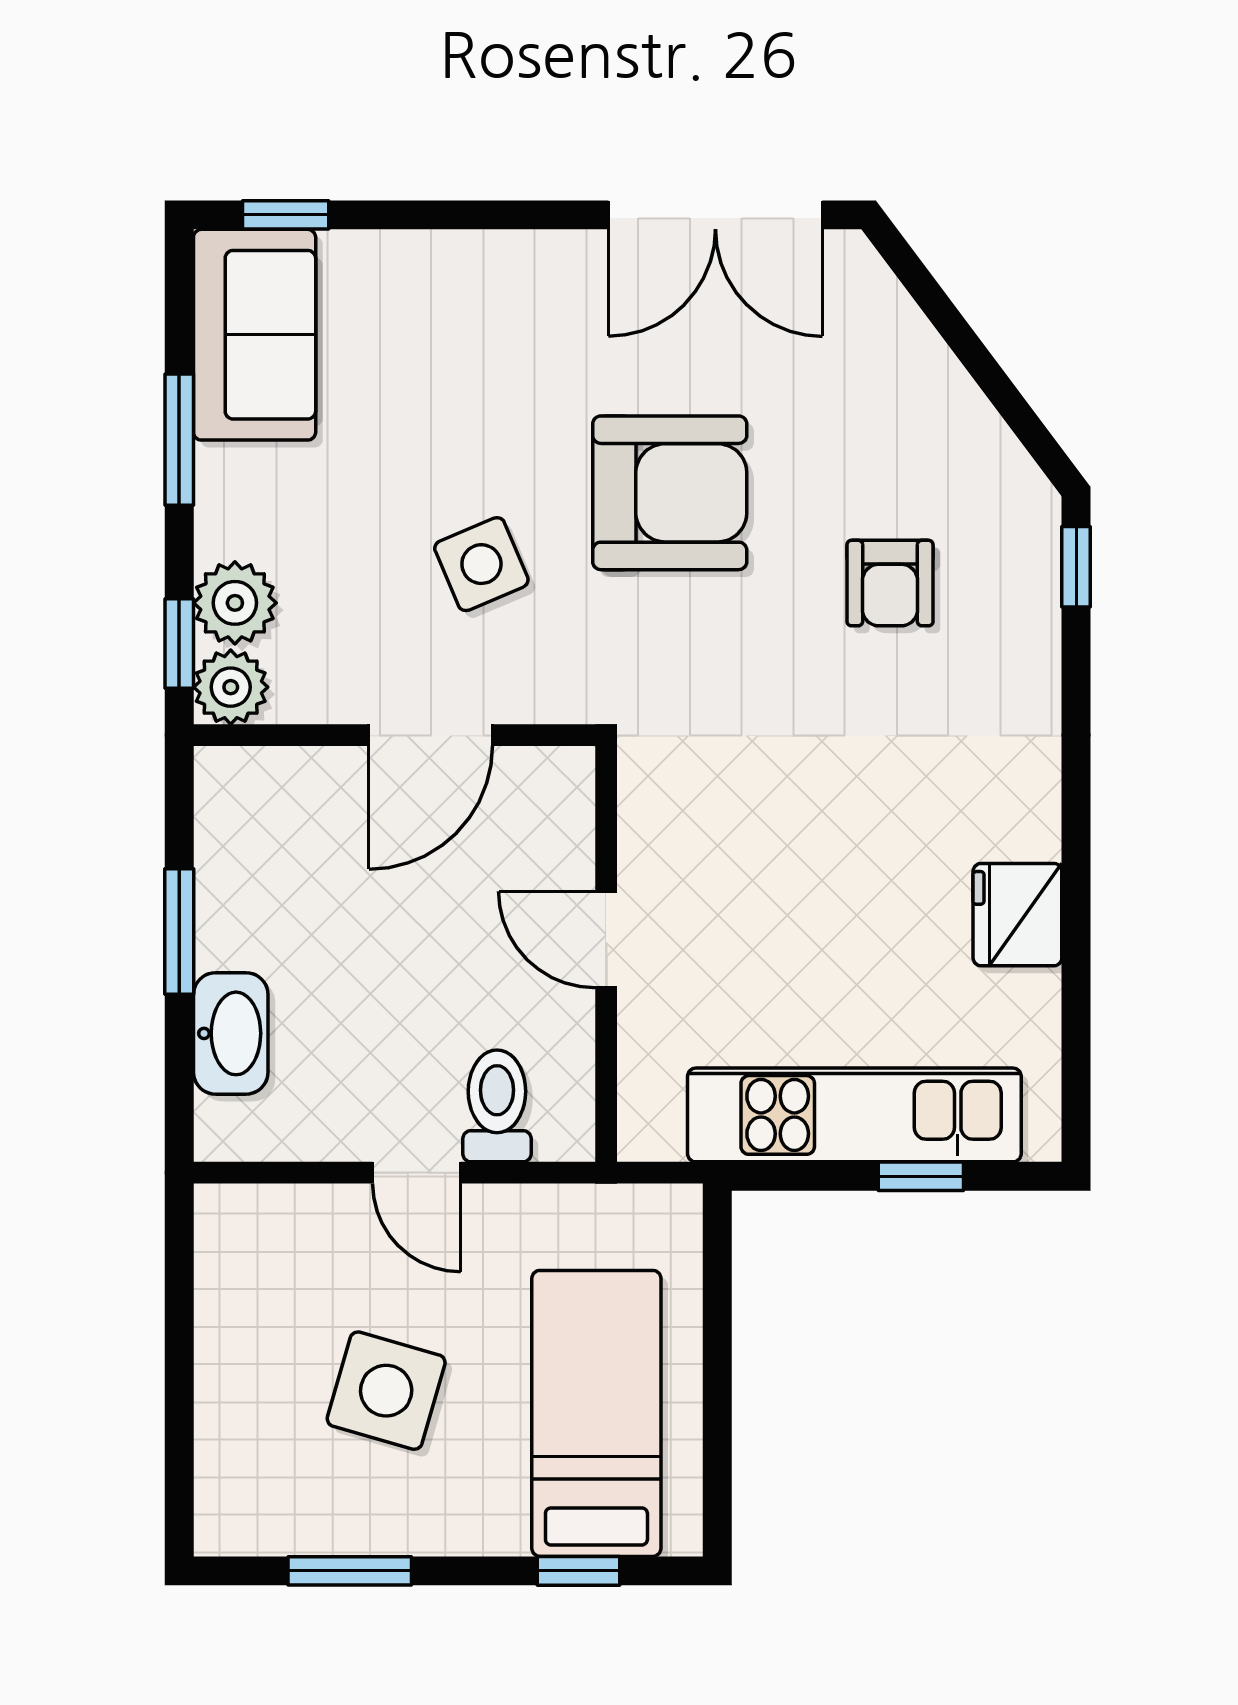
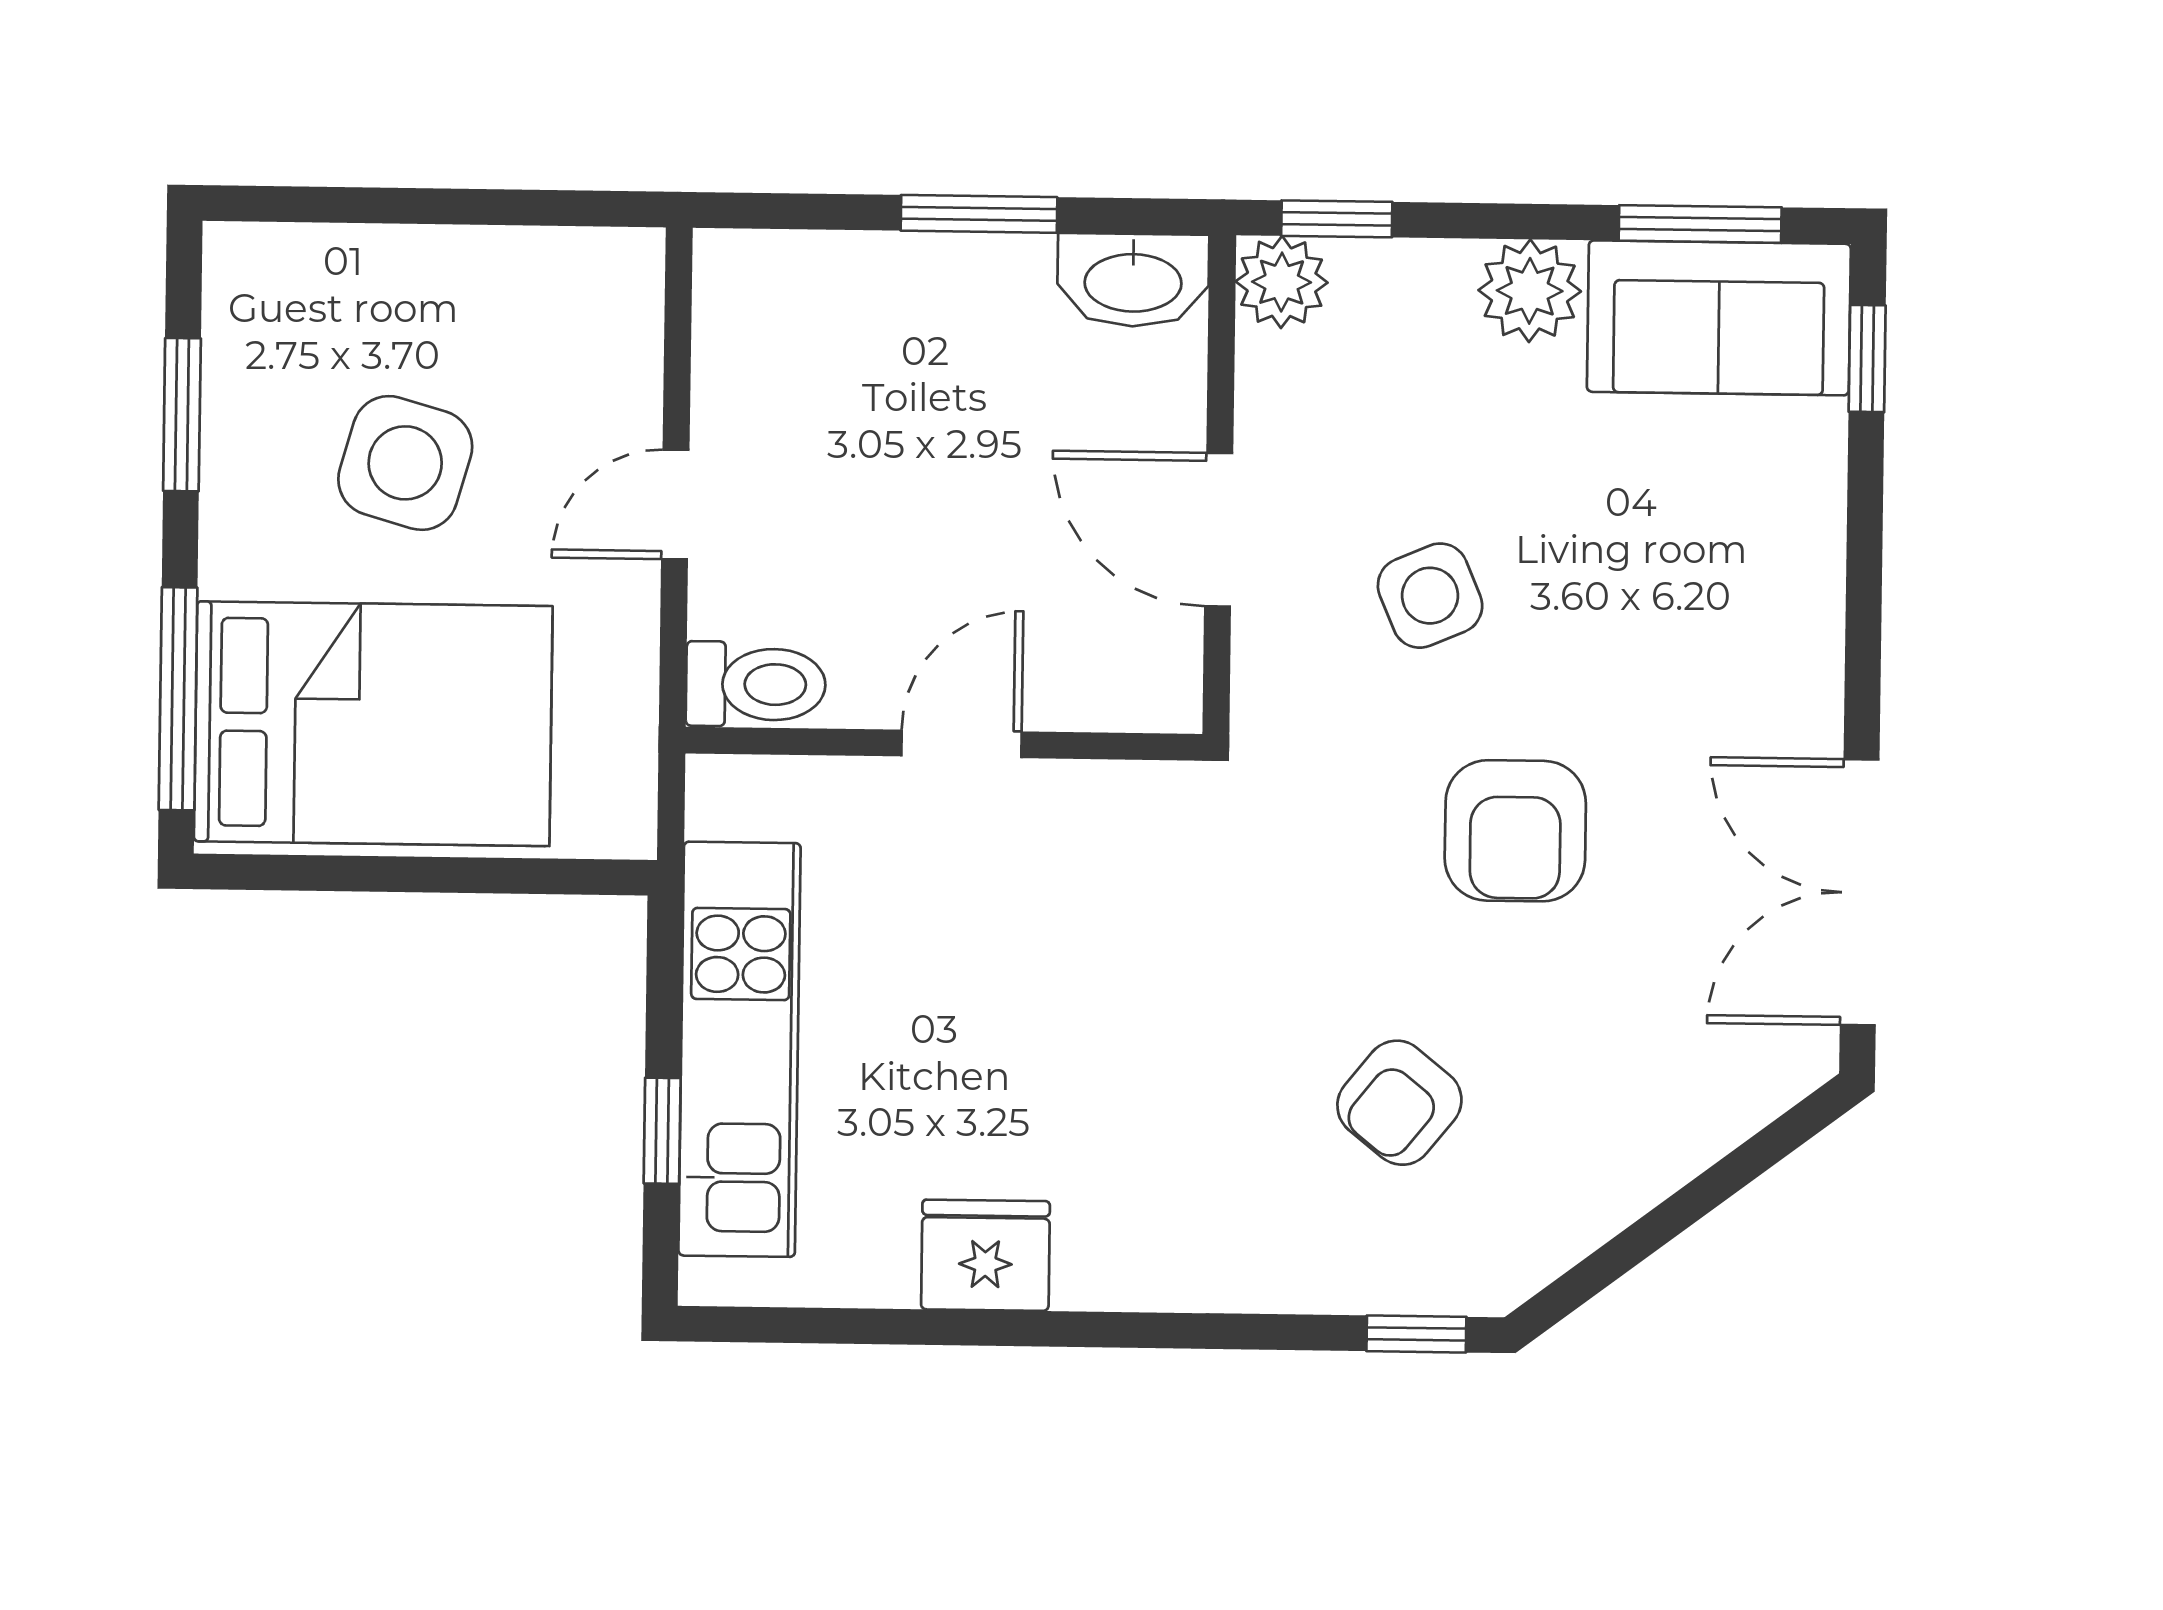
window: (179, 440) -> (1700, 224), moved
armchair: (670, 493) -> (1515, 831), width x0.73, depth x0.73
armchair: (890, 583) -> (1399, 1103), turned -51
plant: (235, 603) -> (1530, 291), moved
washbasin: (231, 1033) -> (1133, 280), moved
toilet: (497, 1106) -> (756, 684), moved
bed: (596, 1413) -> (373, 724), width x1.50
window: (579, 1571) -> (178, 699), width x2.17

